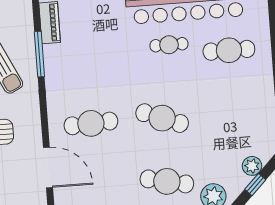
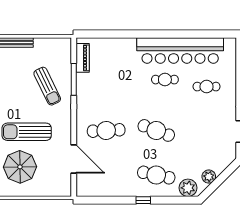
cafe table: (229, 50) -> (207, 87), width x0.73, depth x0.74
plant: (252, 166) -> (209, 177), moved
window: (255, 185) -> (218, 182), removed

